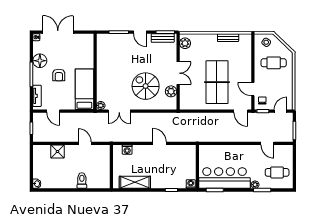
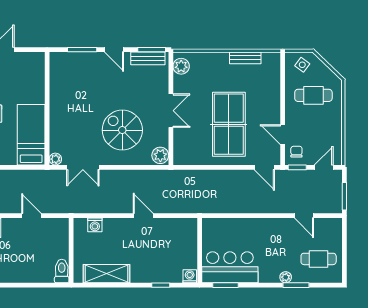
plant: (171, 91) -> (160, 155), moved
bar counter: (225, 178) -> (230, 267), width x0.73
toilet: (82, 181) -> (62, 271), moved

